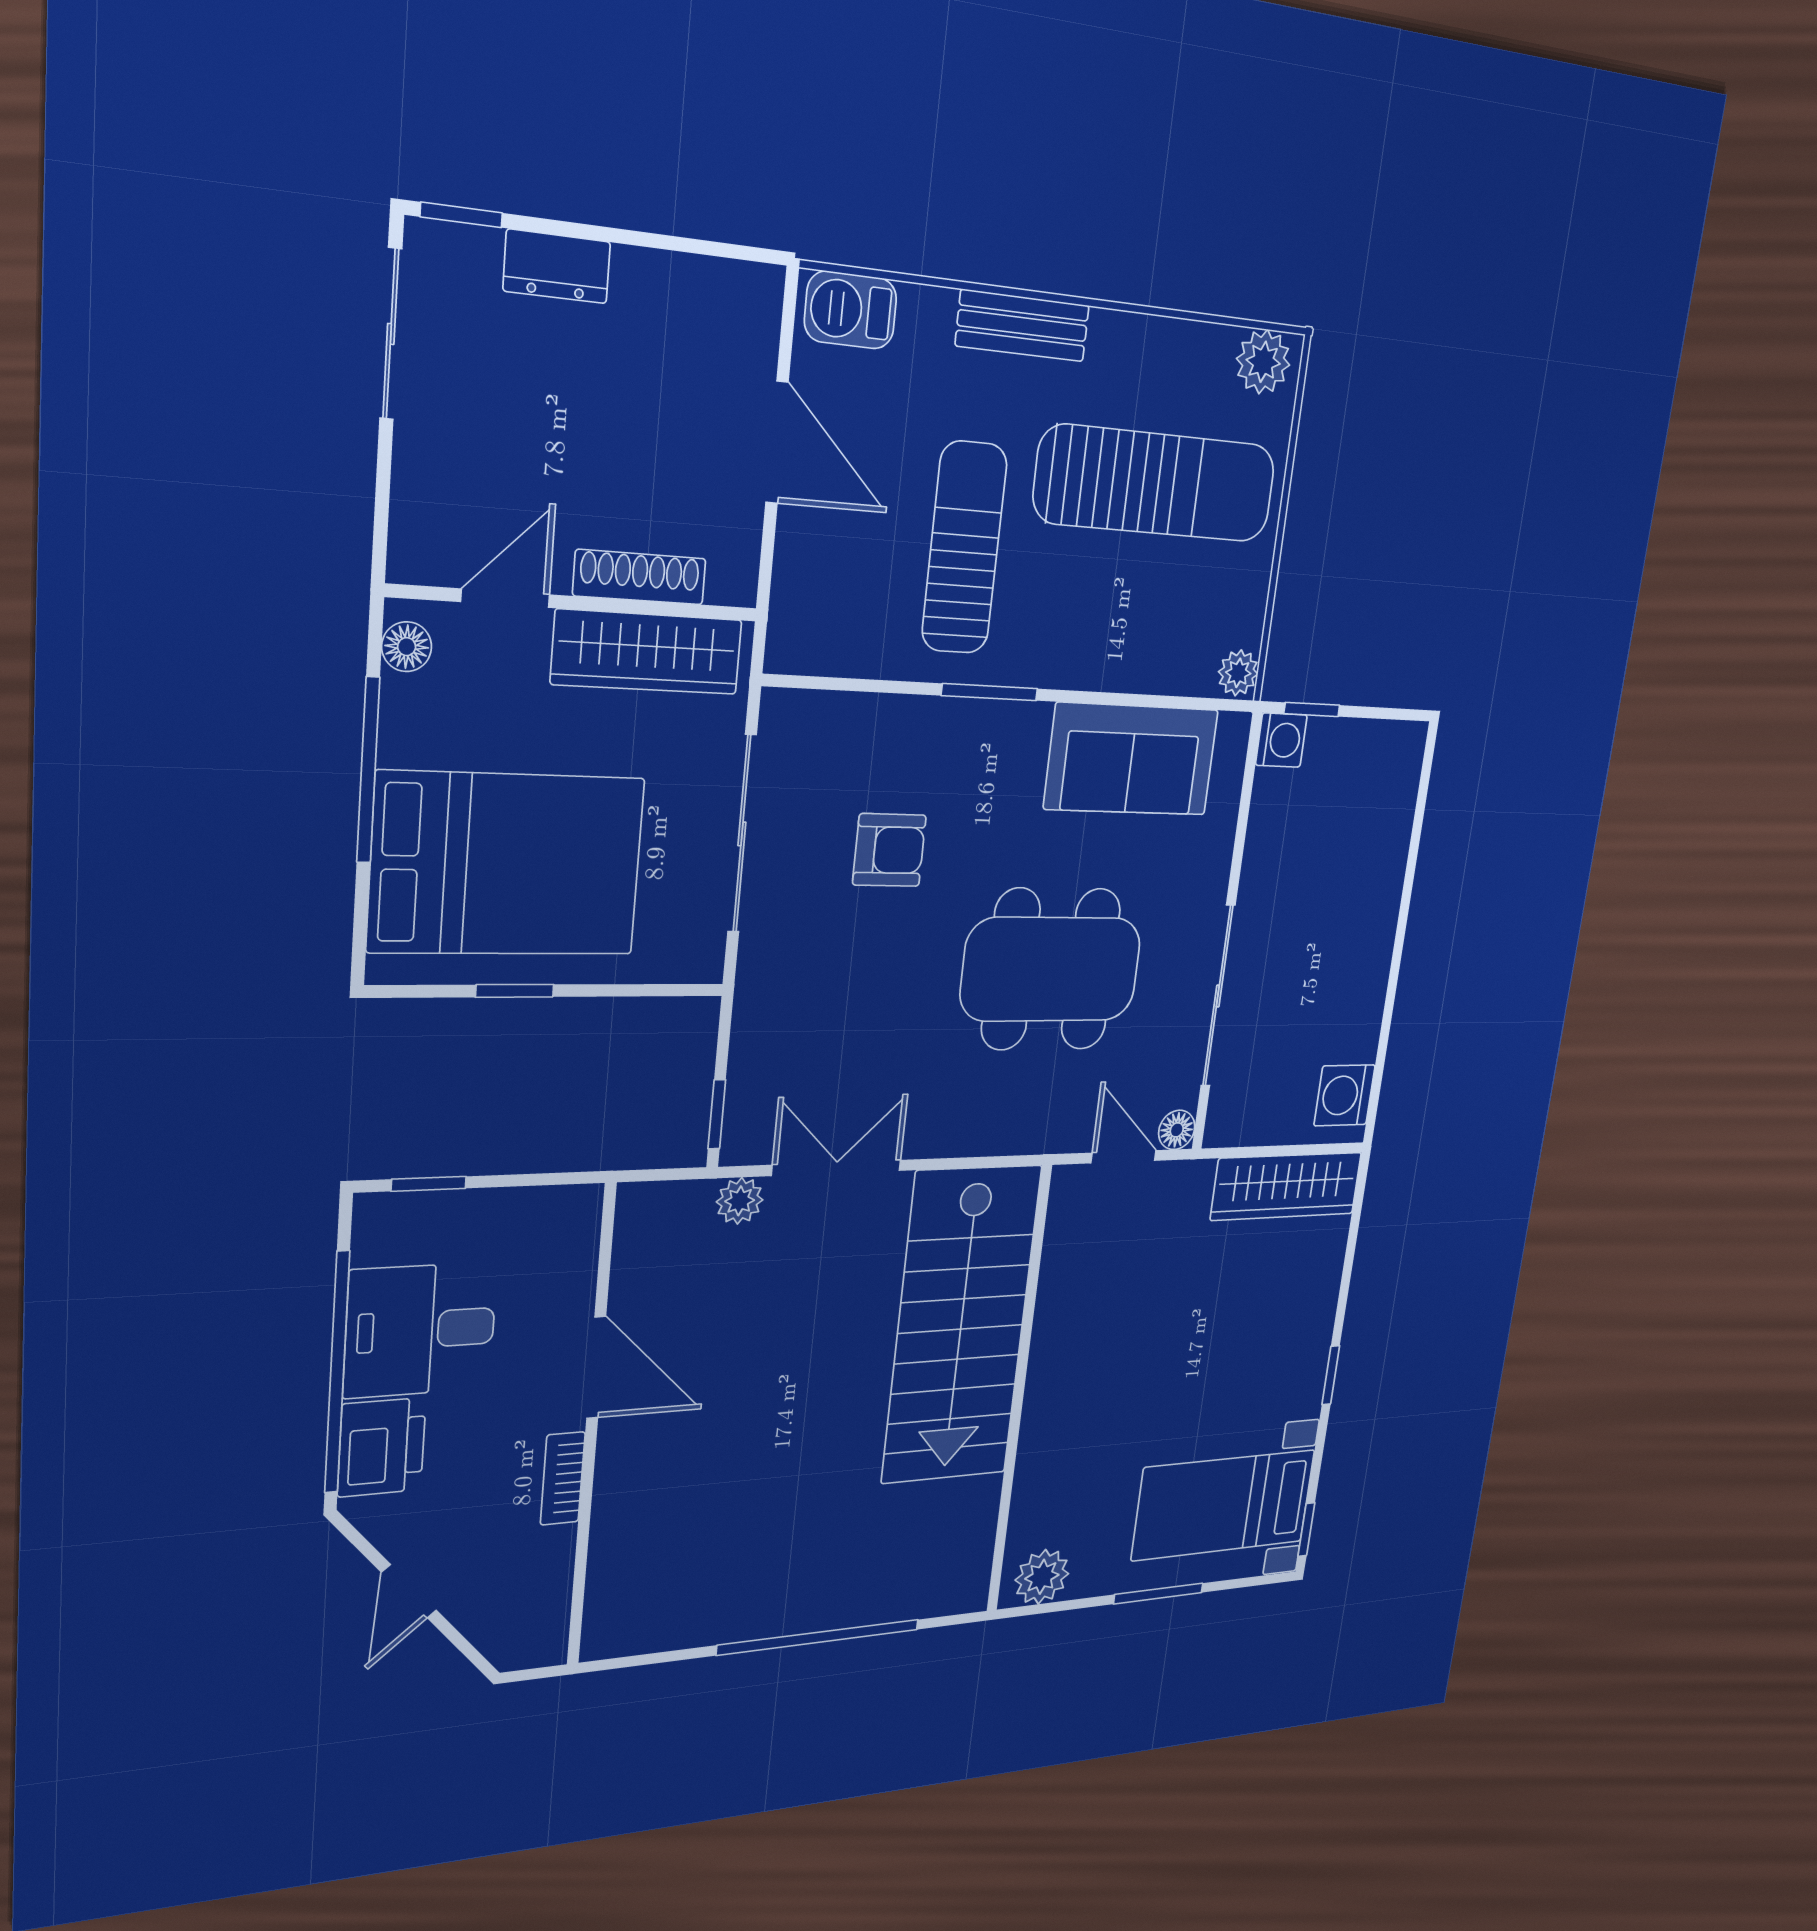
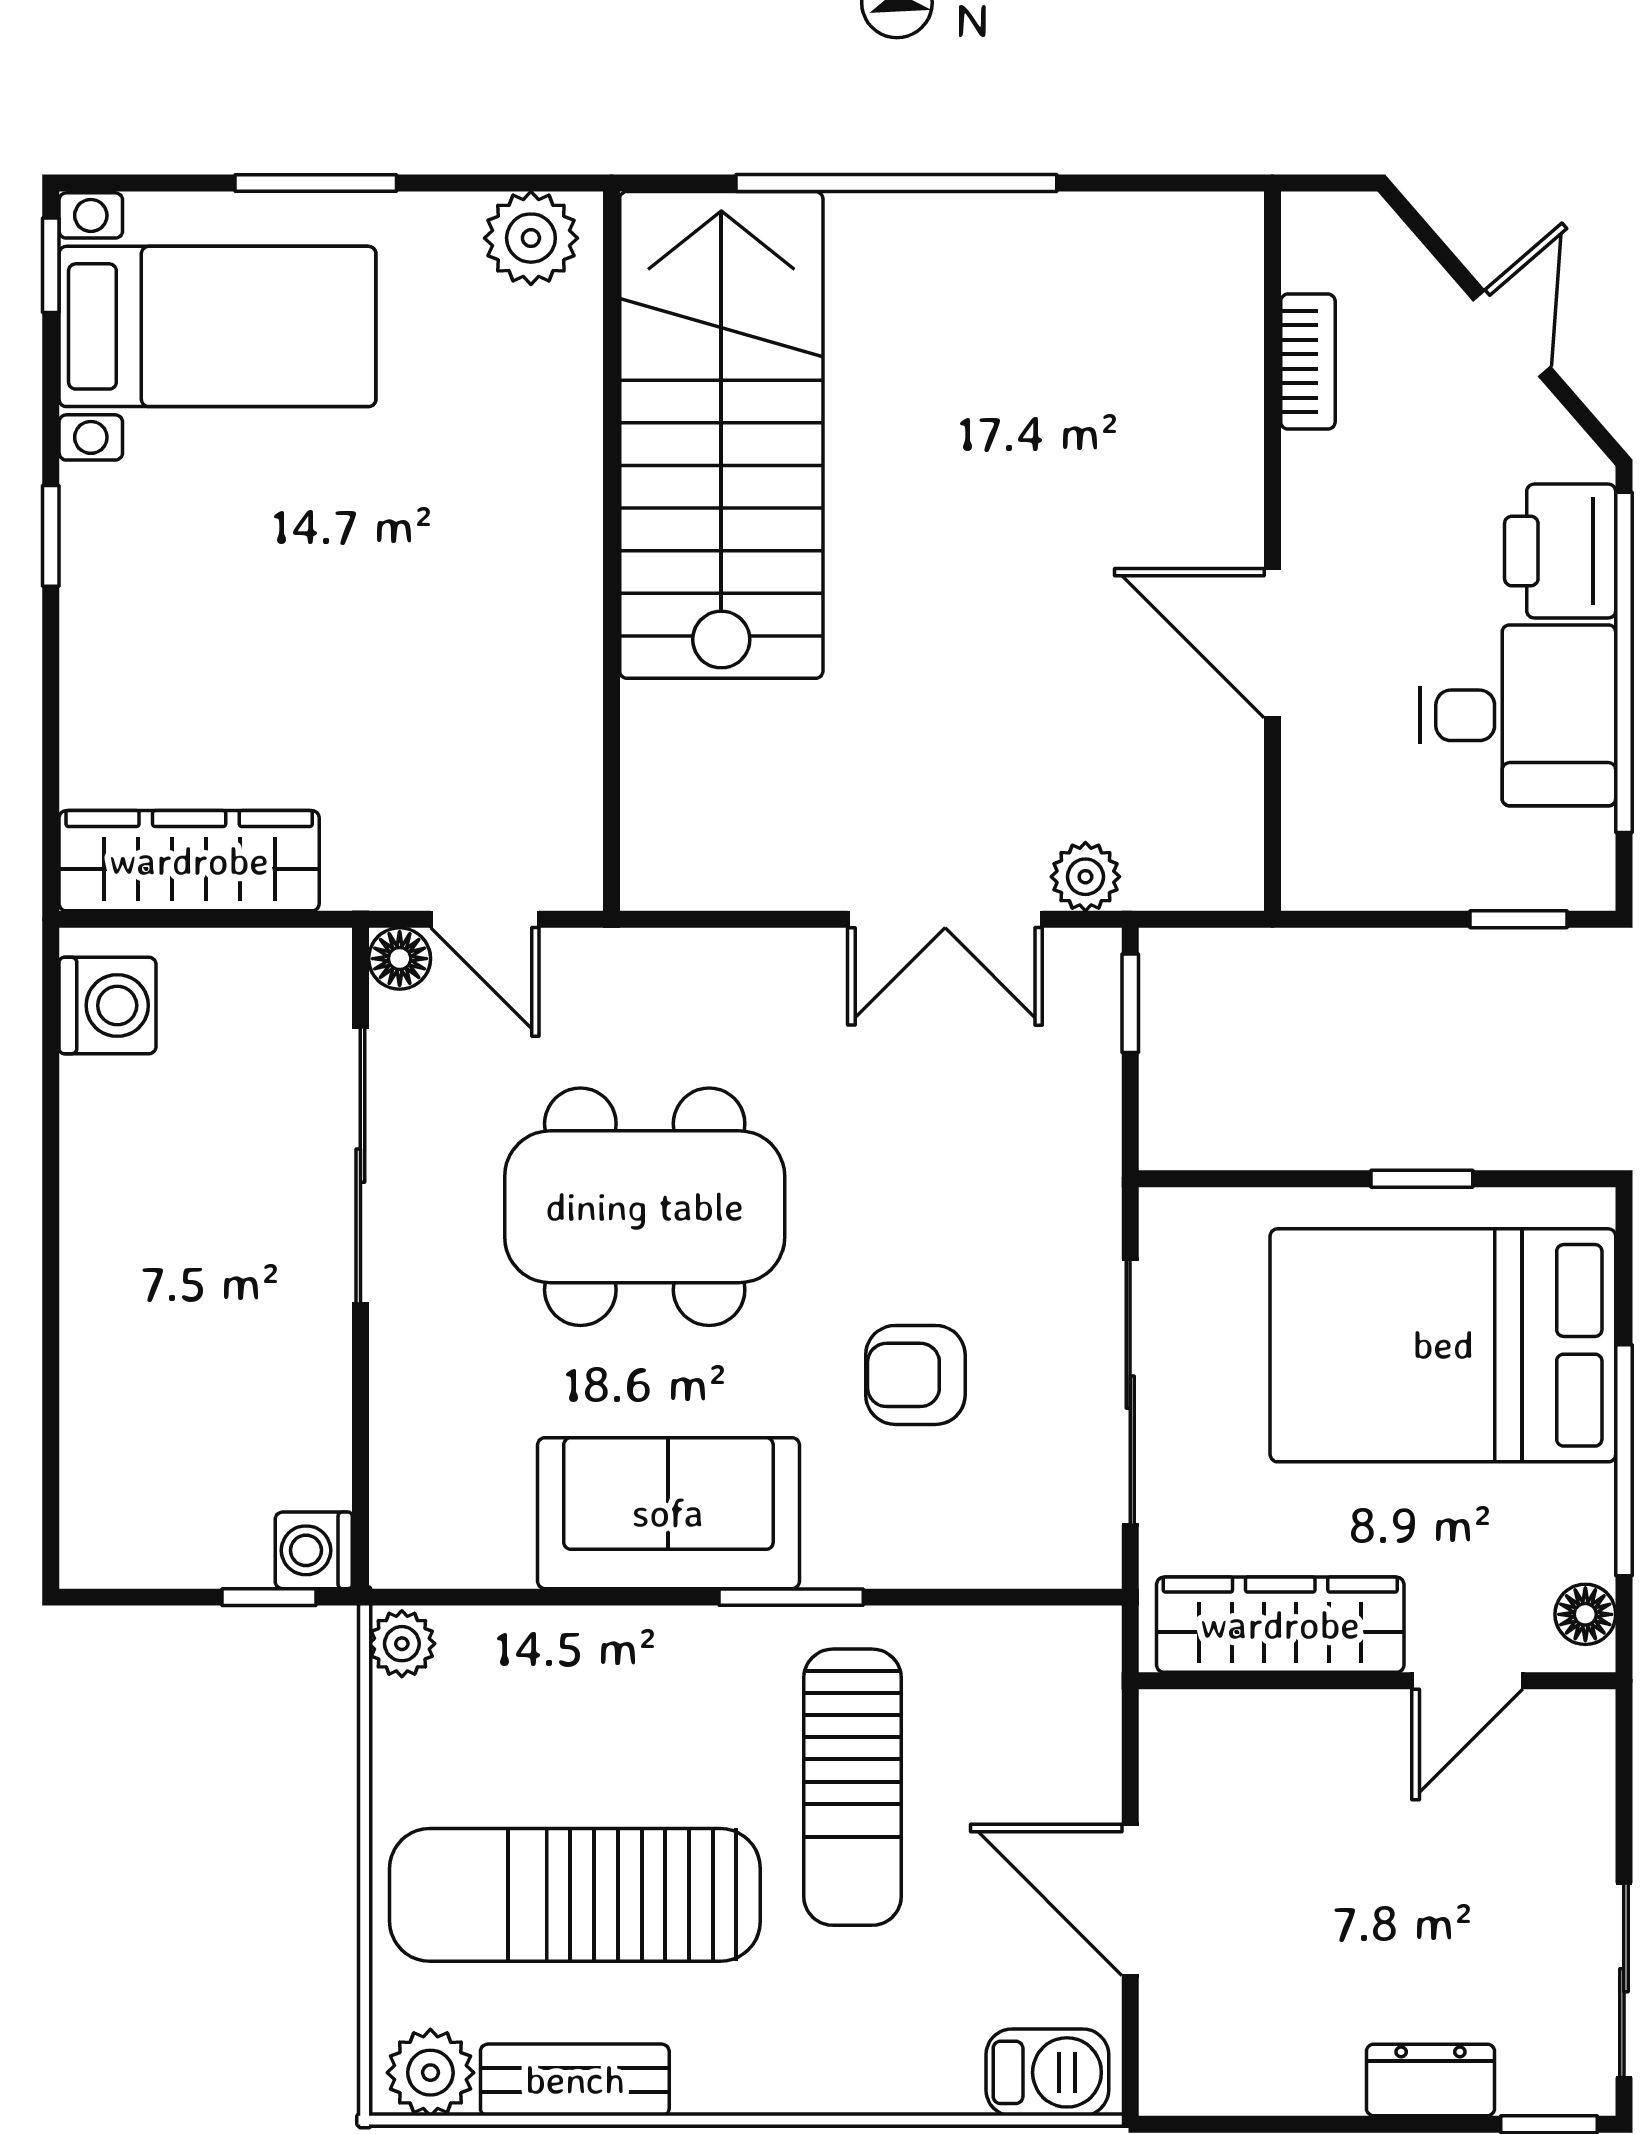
bench: (1023, 326) -> (575, 2080), moved
shoe rack: (640, 577) -> (1298, 1718), removed
sofa: (1131, 759) -> (668, 1513), moved
stairs: (961, 1325) -> (721, 435), moved
bookcase: (563, 1478) -> (1308, 362), moved

